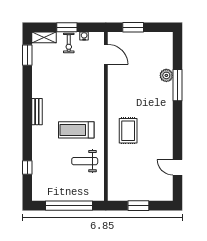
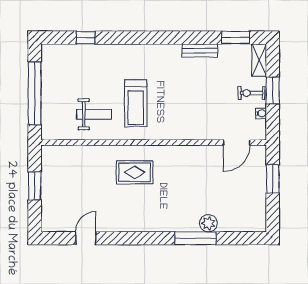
bench: (37, 112) -> (200, 51), moved
treadmill: (76, 130) -> (136, 103), turned 180
weight bench: (85, 161) -> (94, 114), turned 90

